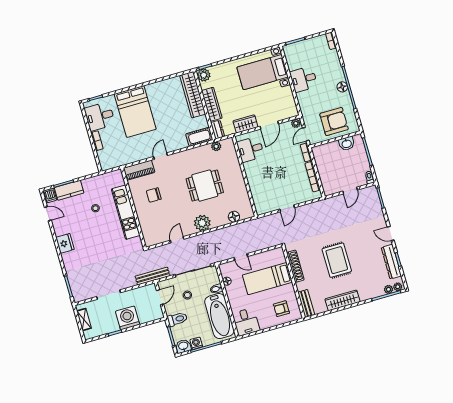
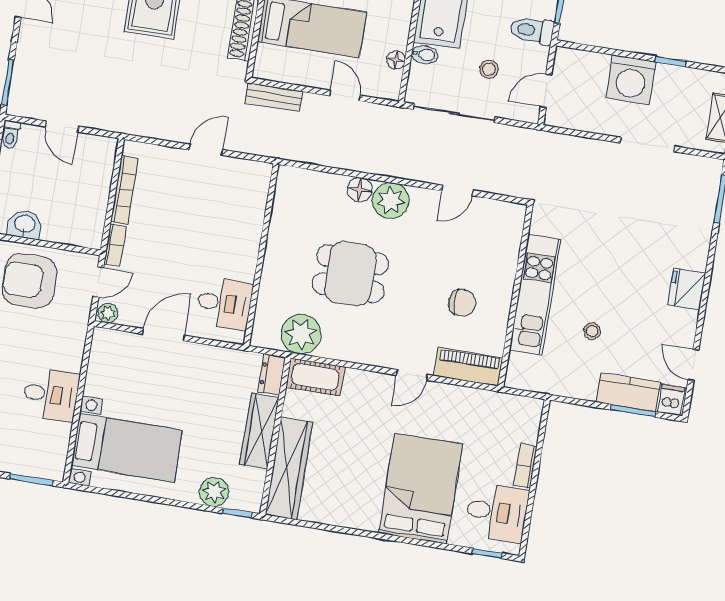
plant: (204, 75) -> (214, 492), moved
wardrobe: (245, 124) -> (210, 360), removed
plant: (216, 146) -> (301, 334), width x1.88, depth x1.88
door: (350, 190) -> (62, 126), swing flipped
floor lamp: (234, 217) -> (360, 190), moved
bench: (153, 276) -> (274, 97), moved, width x0.73

